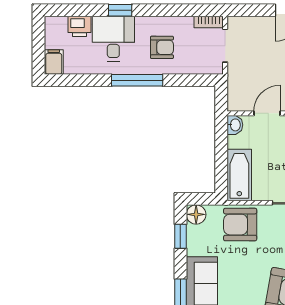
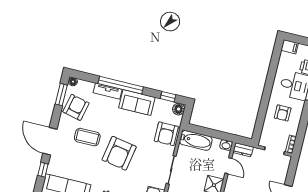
window: (137, 80) -> (267, 94), removed
dresser: (236, 96) -> (243, 150), added
armchair: (240, 225) -> (166, 134), turned 180

